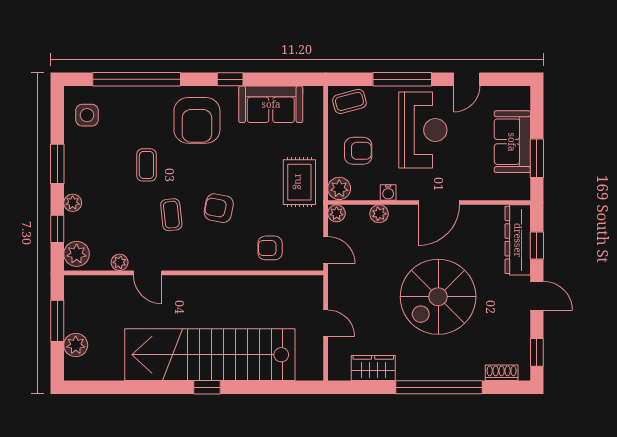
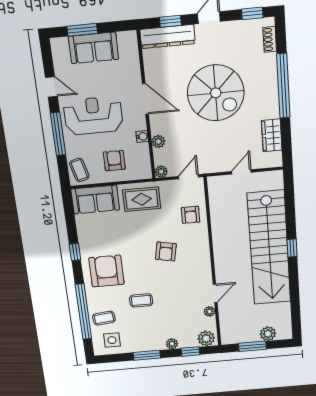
sofa: (271, 104) -> (95, 200), moved, turned 90
armchair: (197, 120) -> (106, 271), turned -90
window: (537, 158) -> (82, 30), moved
plant: (339, 188) -> (143, 171), removed
coffee table: (171, 215) -> (104, 318), moved

